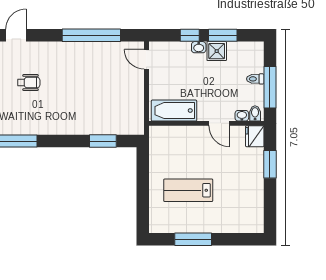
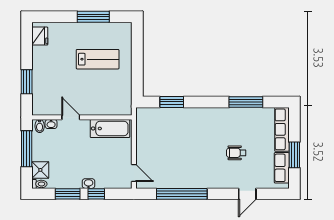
shower: (217, 51) -> (40, 170), moved
toilet: (255, 79) -> (39, 184), moved
fridge: (255, 136) -> (40, 36), moved

